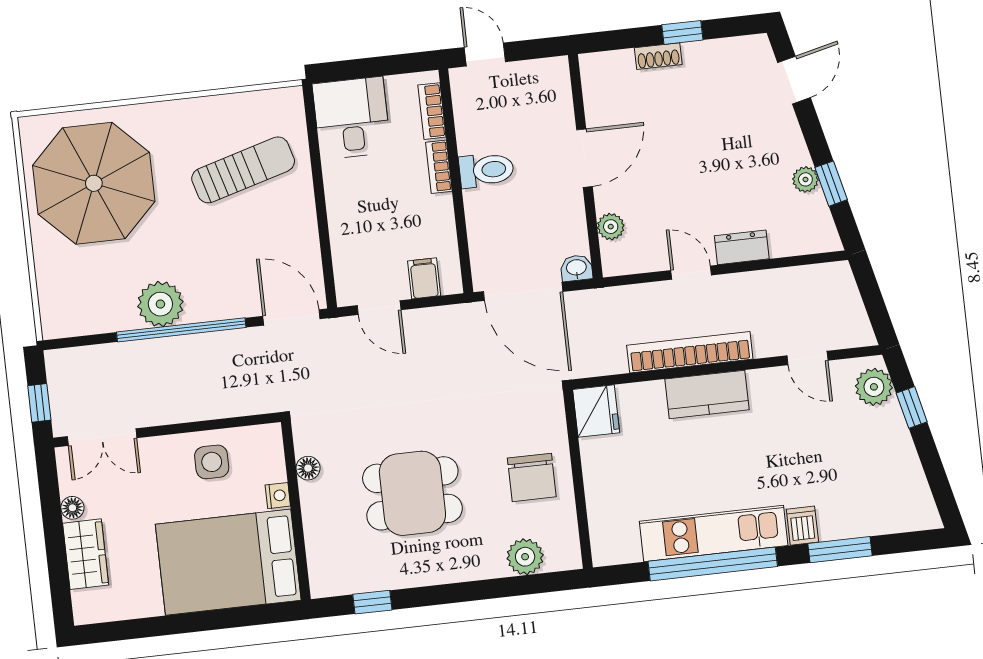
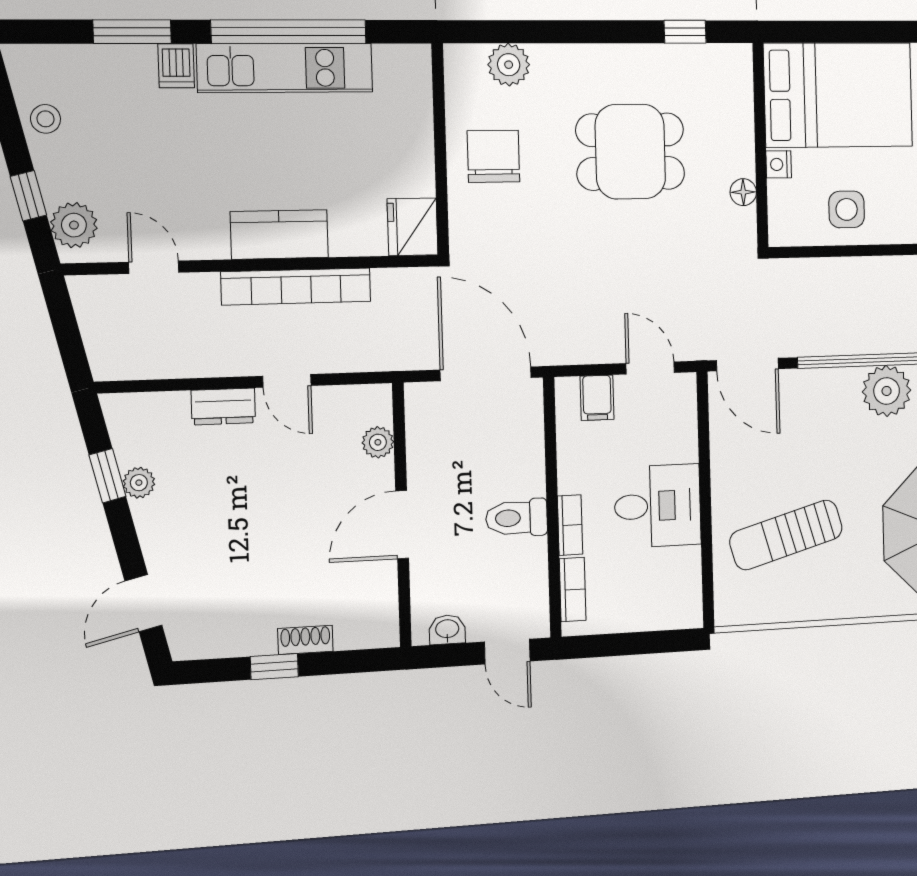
desk: (352, 118) -> (658, 506), moved, turned -90
washbasin: (576, 268) -> (447, 630), moved, turned 180
stool: (903, 471) -> (46, 119), added

